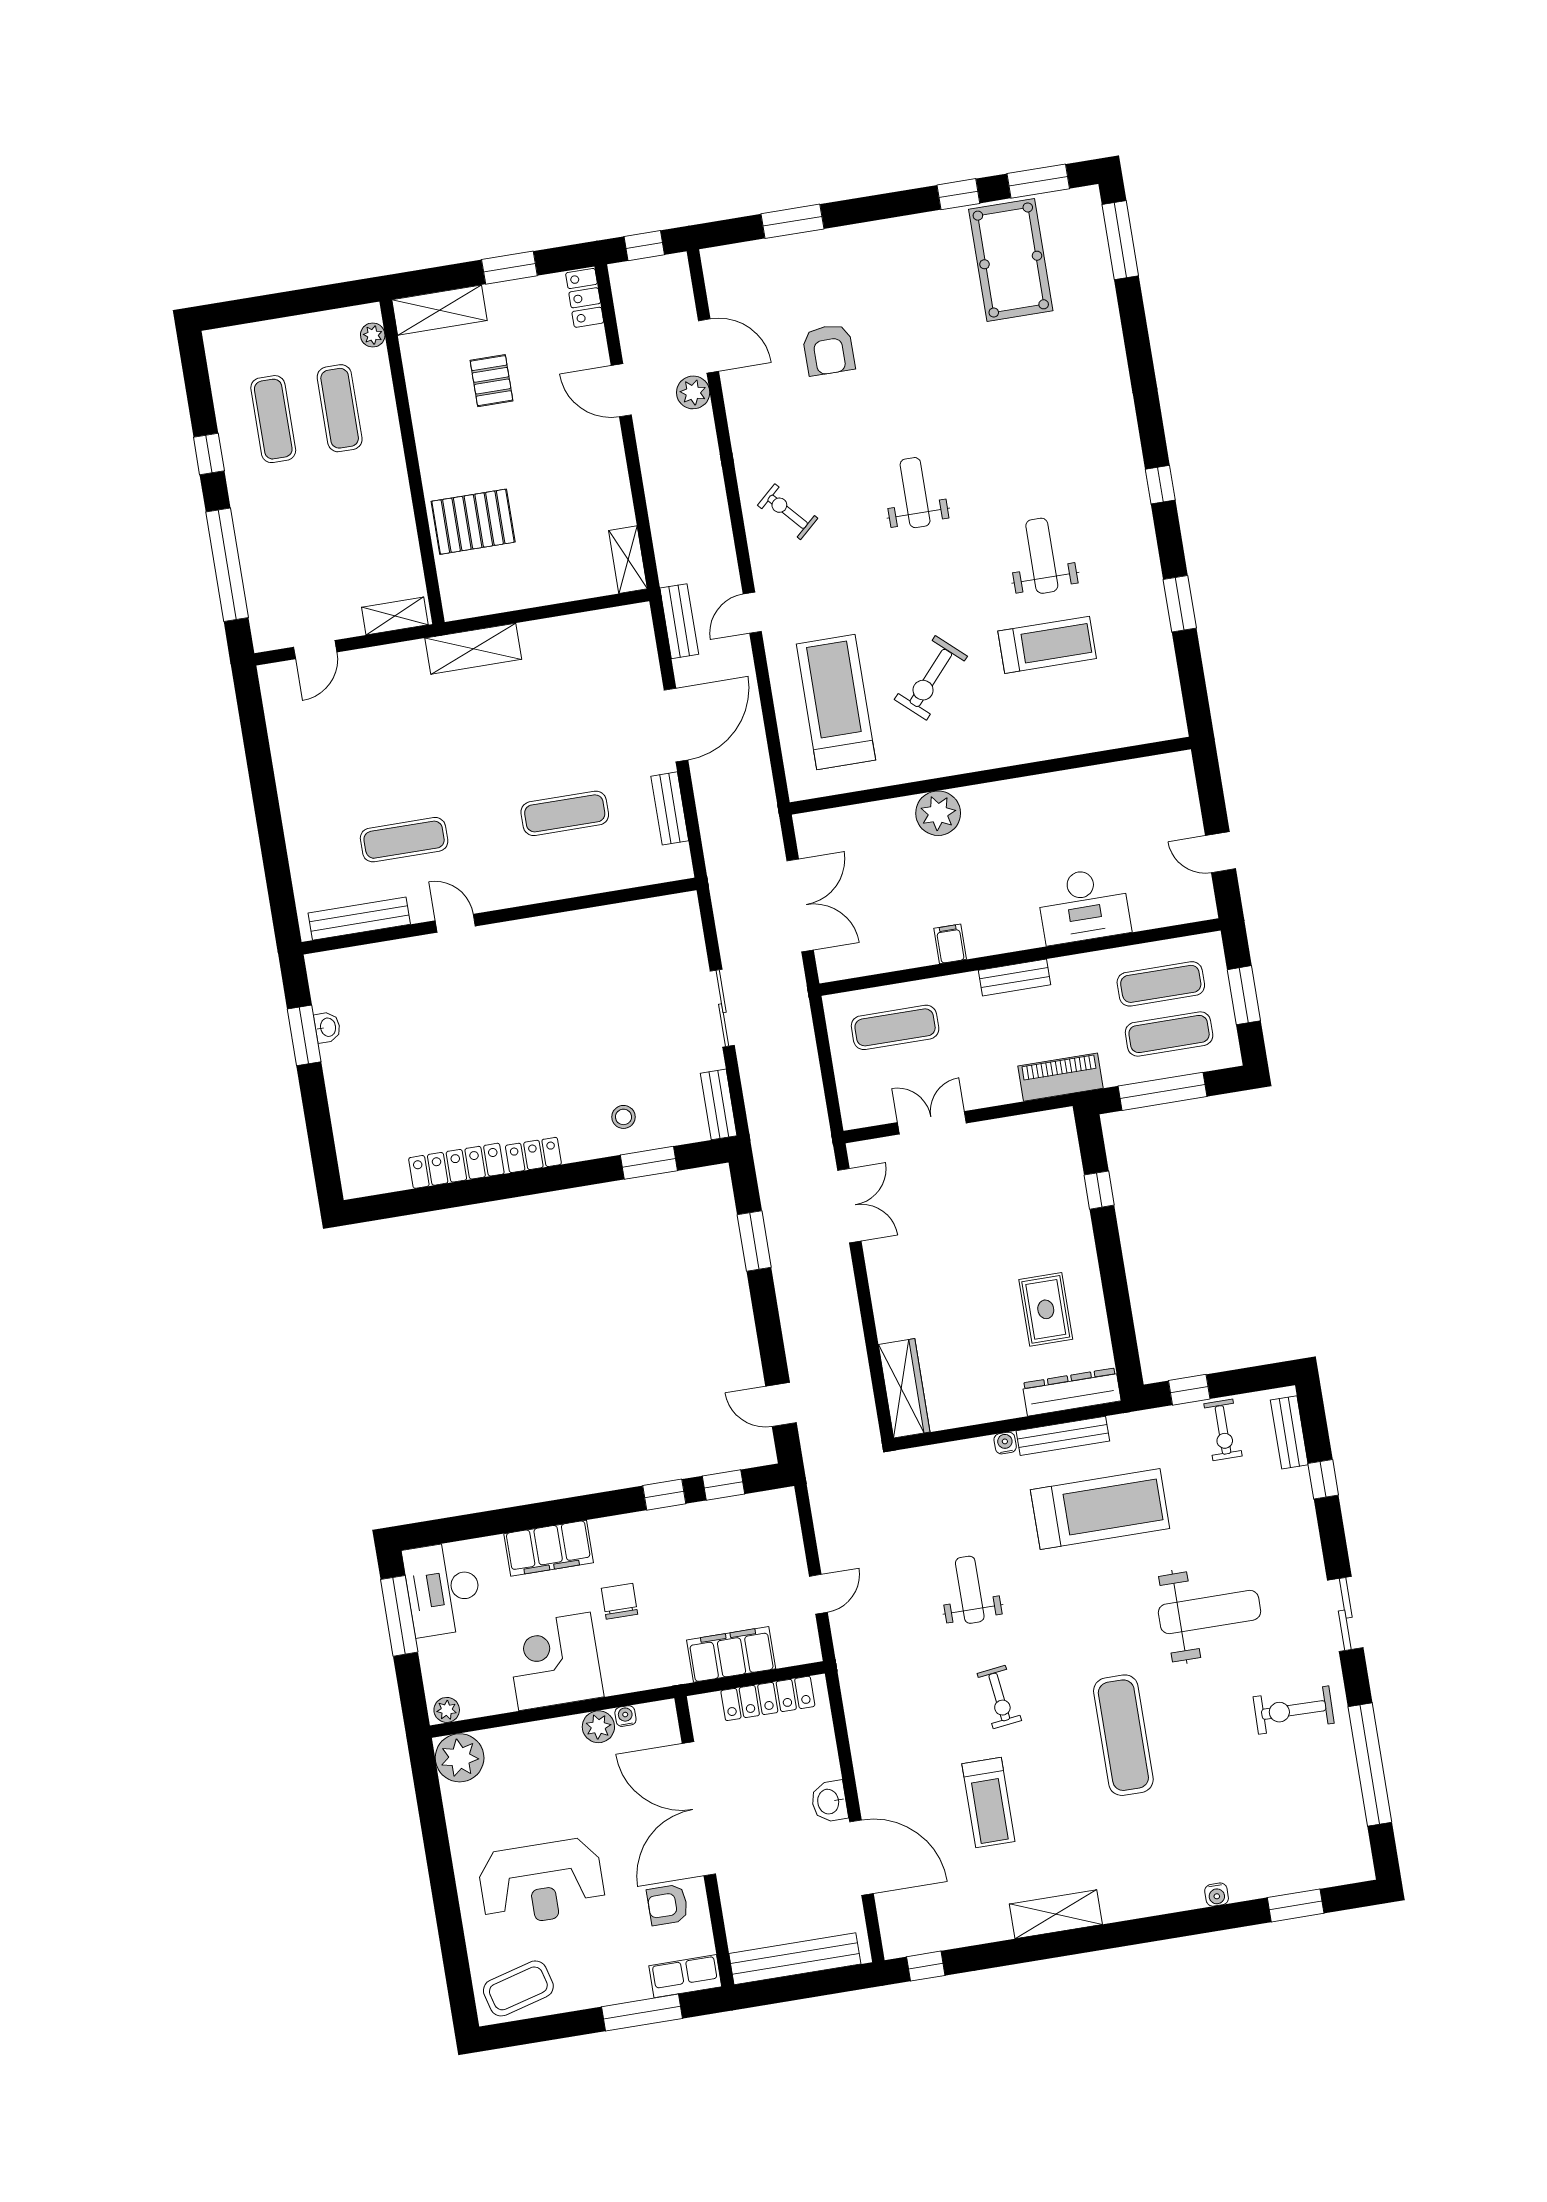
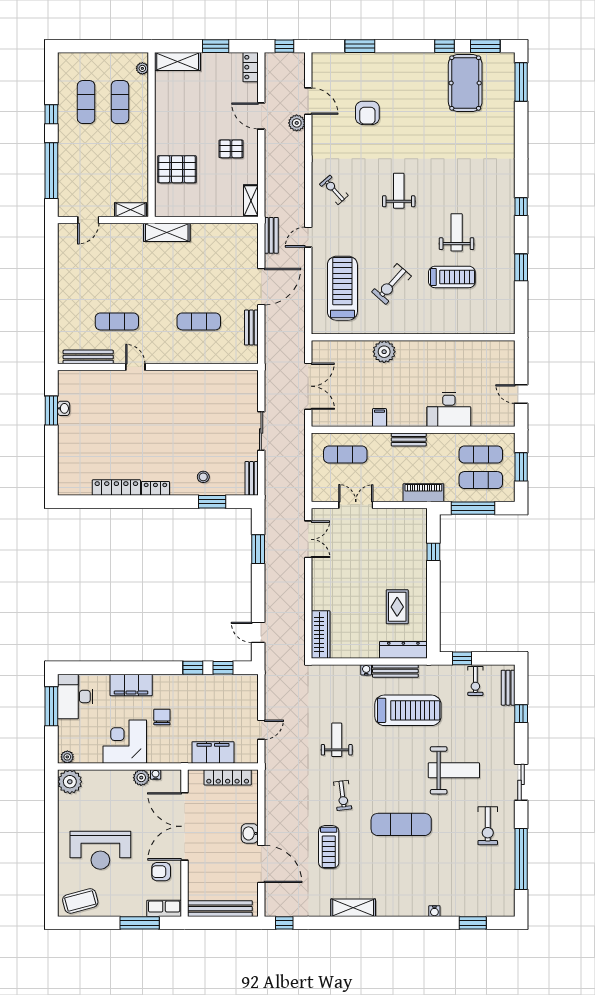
pallet: (492, 381) -> (231, 149), moved, turned 90
exercise bike: (1294, 1710) -> (488, 826), turned -91
exercise mat: (1123, 1735) -> (401, 824), turned 90

